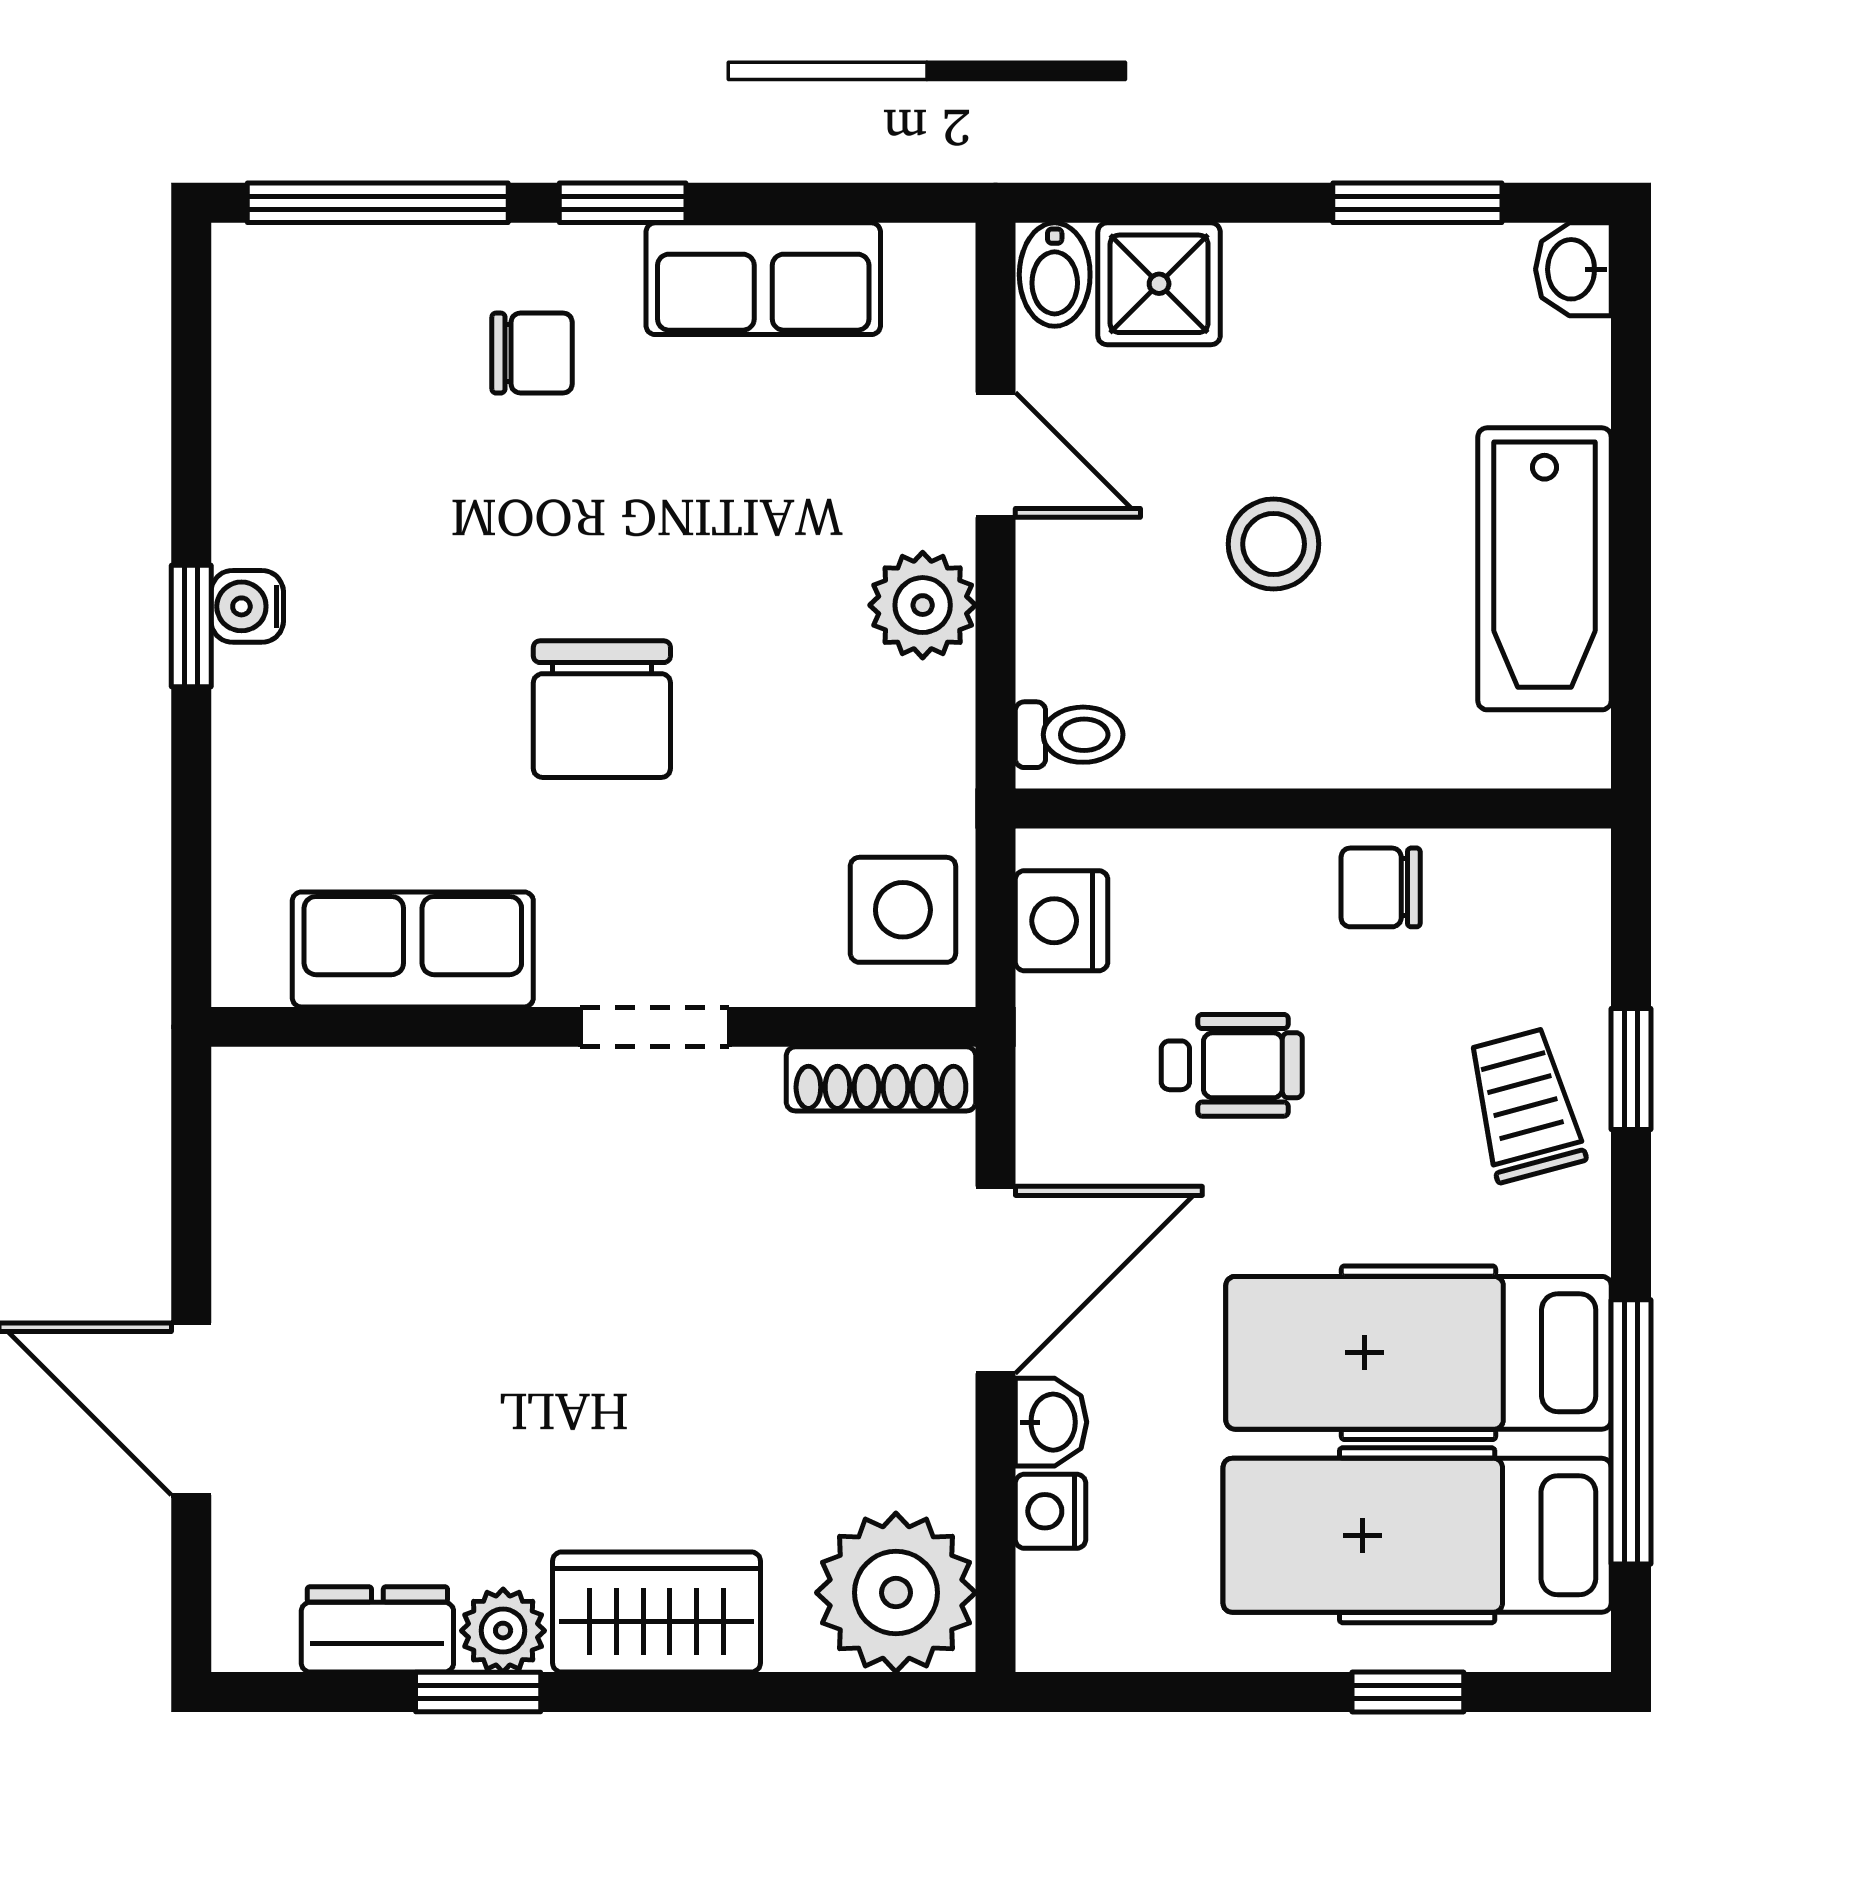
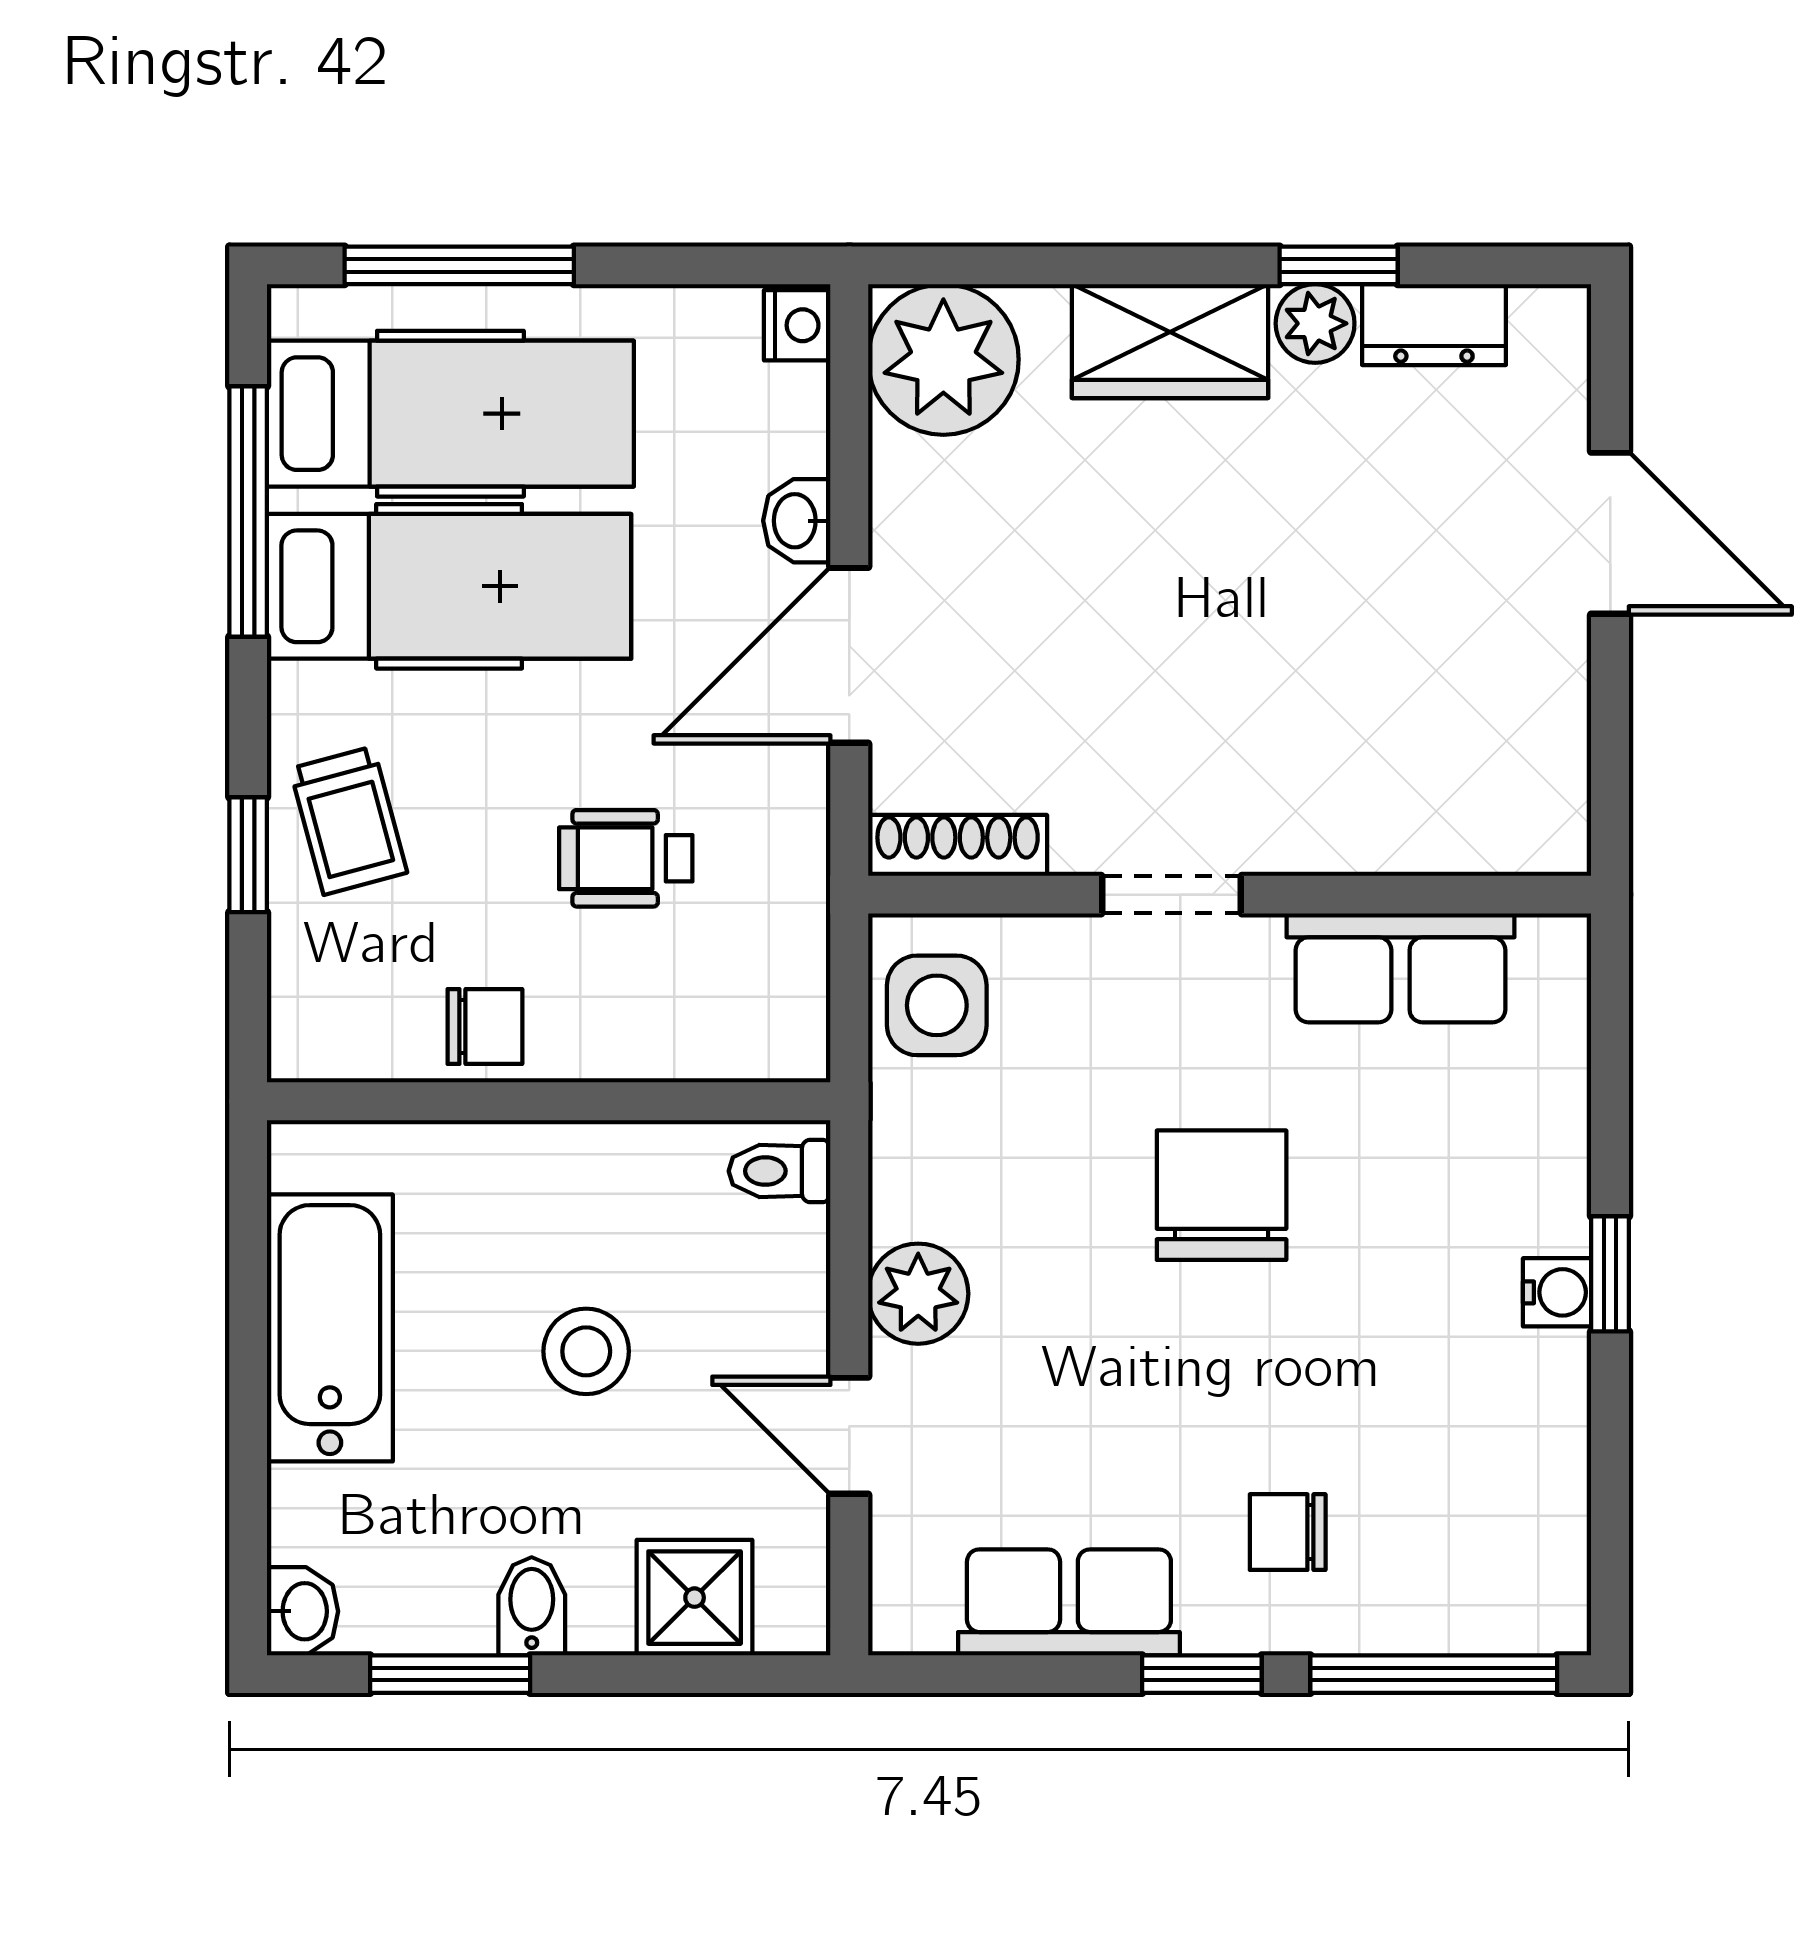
bidet: (1055, 275) -> (532, 1606), moved
nightstand: (1062, 921) -> (787, 995), removed
nightstand: (1050, 1511) -> (797, 325), moved
window: (1408, 1692) -> (459, 265), width x2.17

